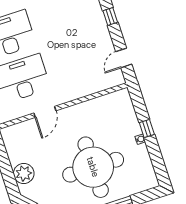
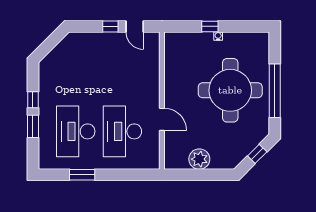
window: (110, 16) -> (110, 26), moved
plant: (24, 174) -> (199, 159), moved

